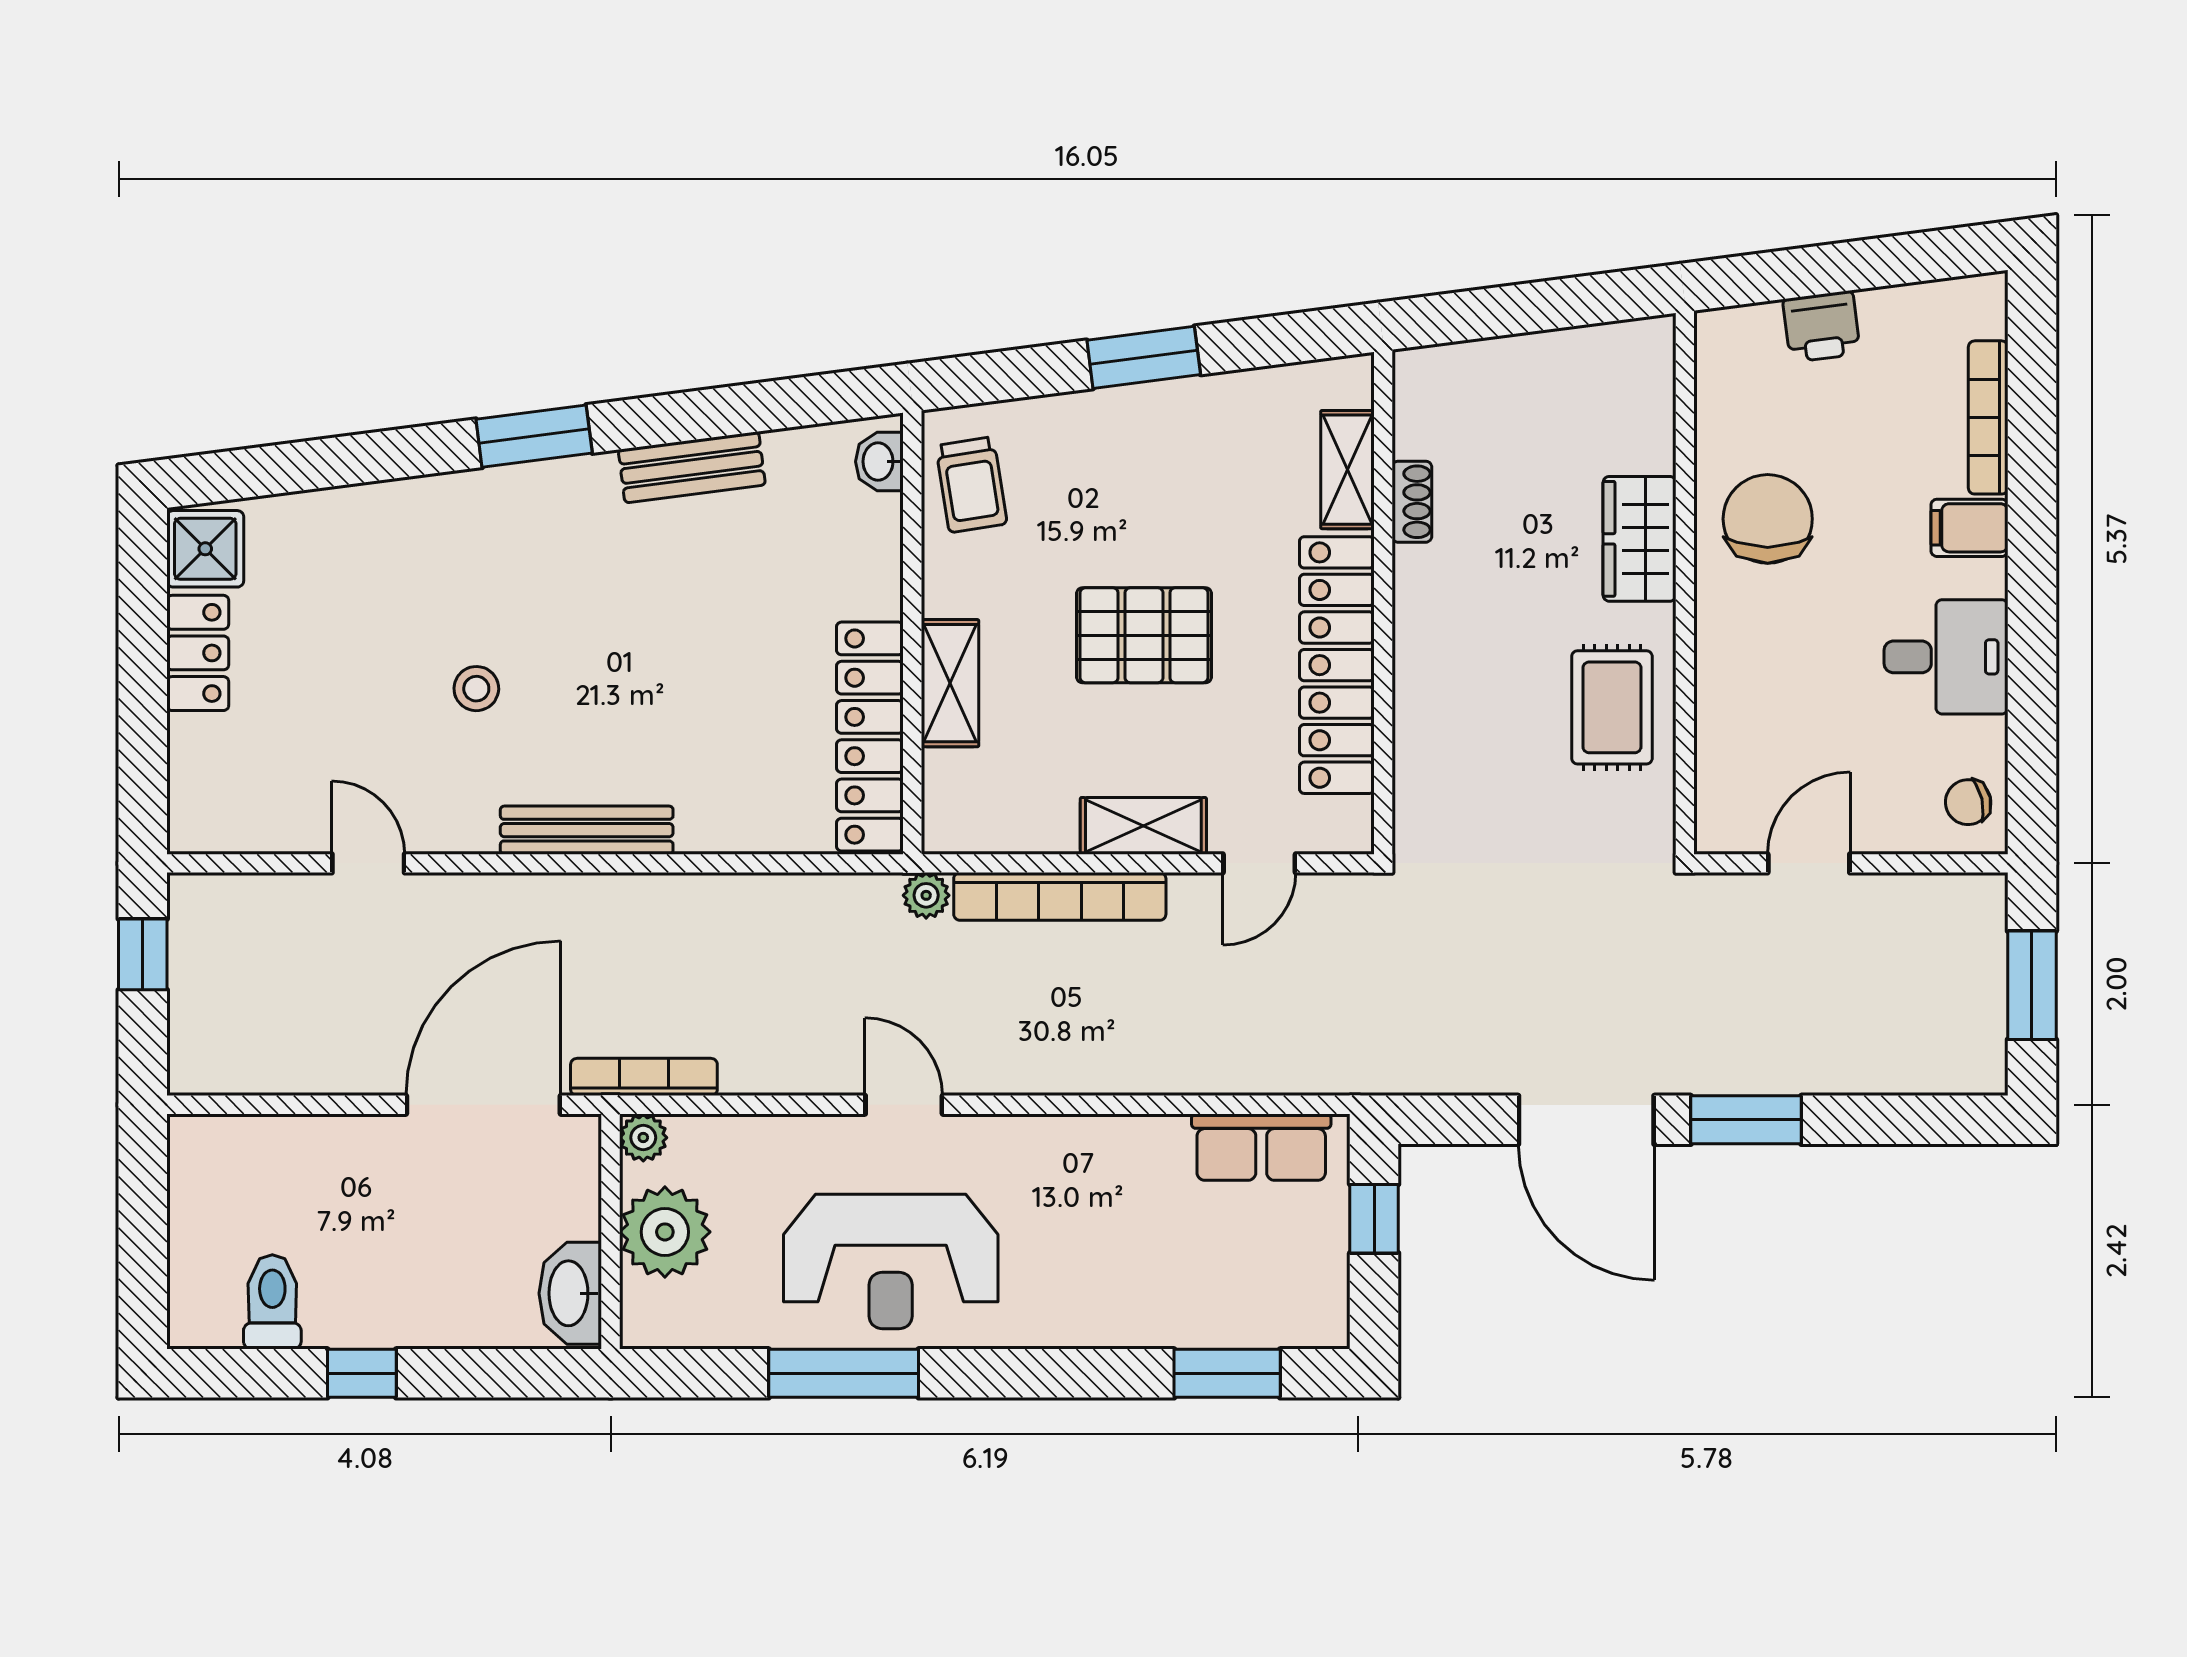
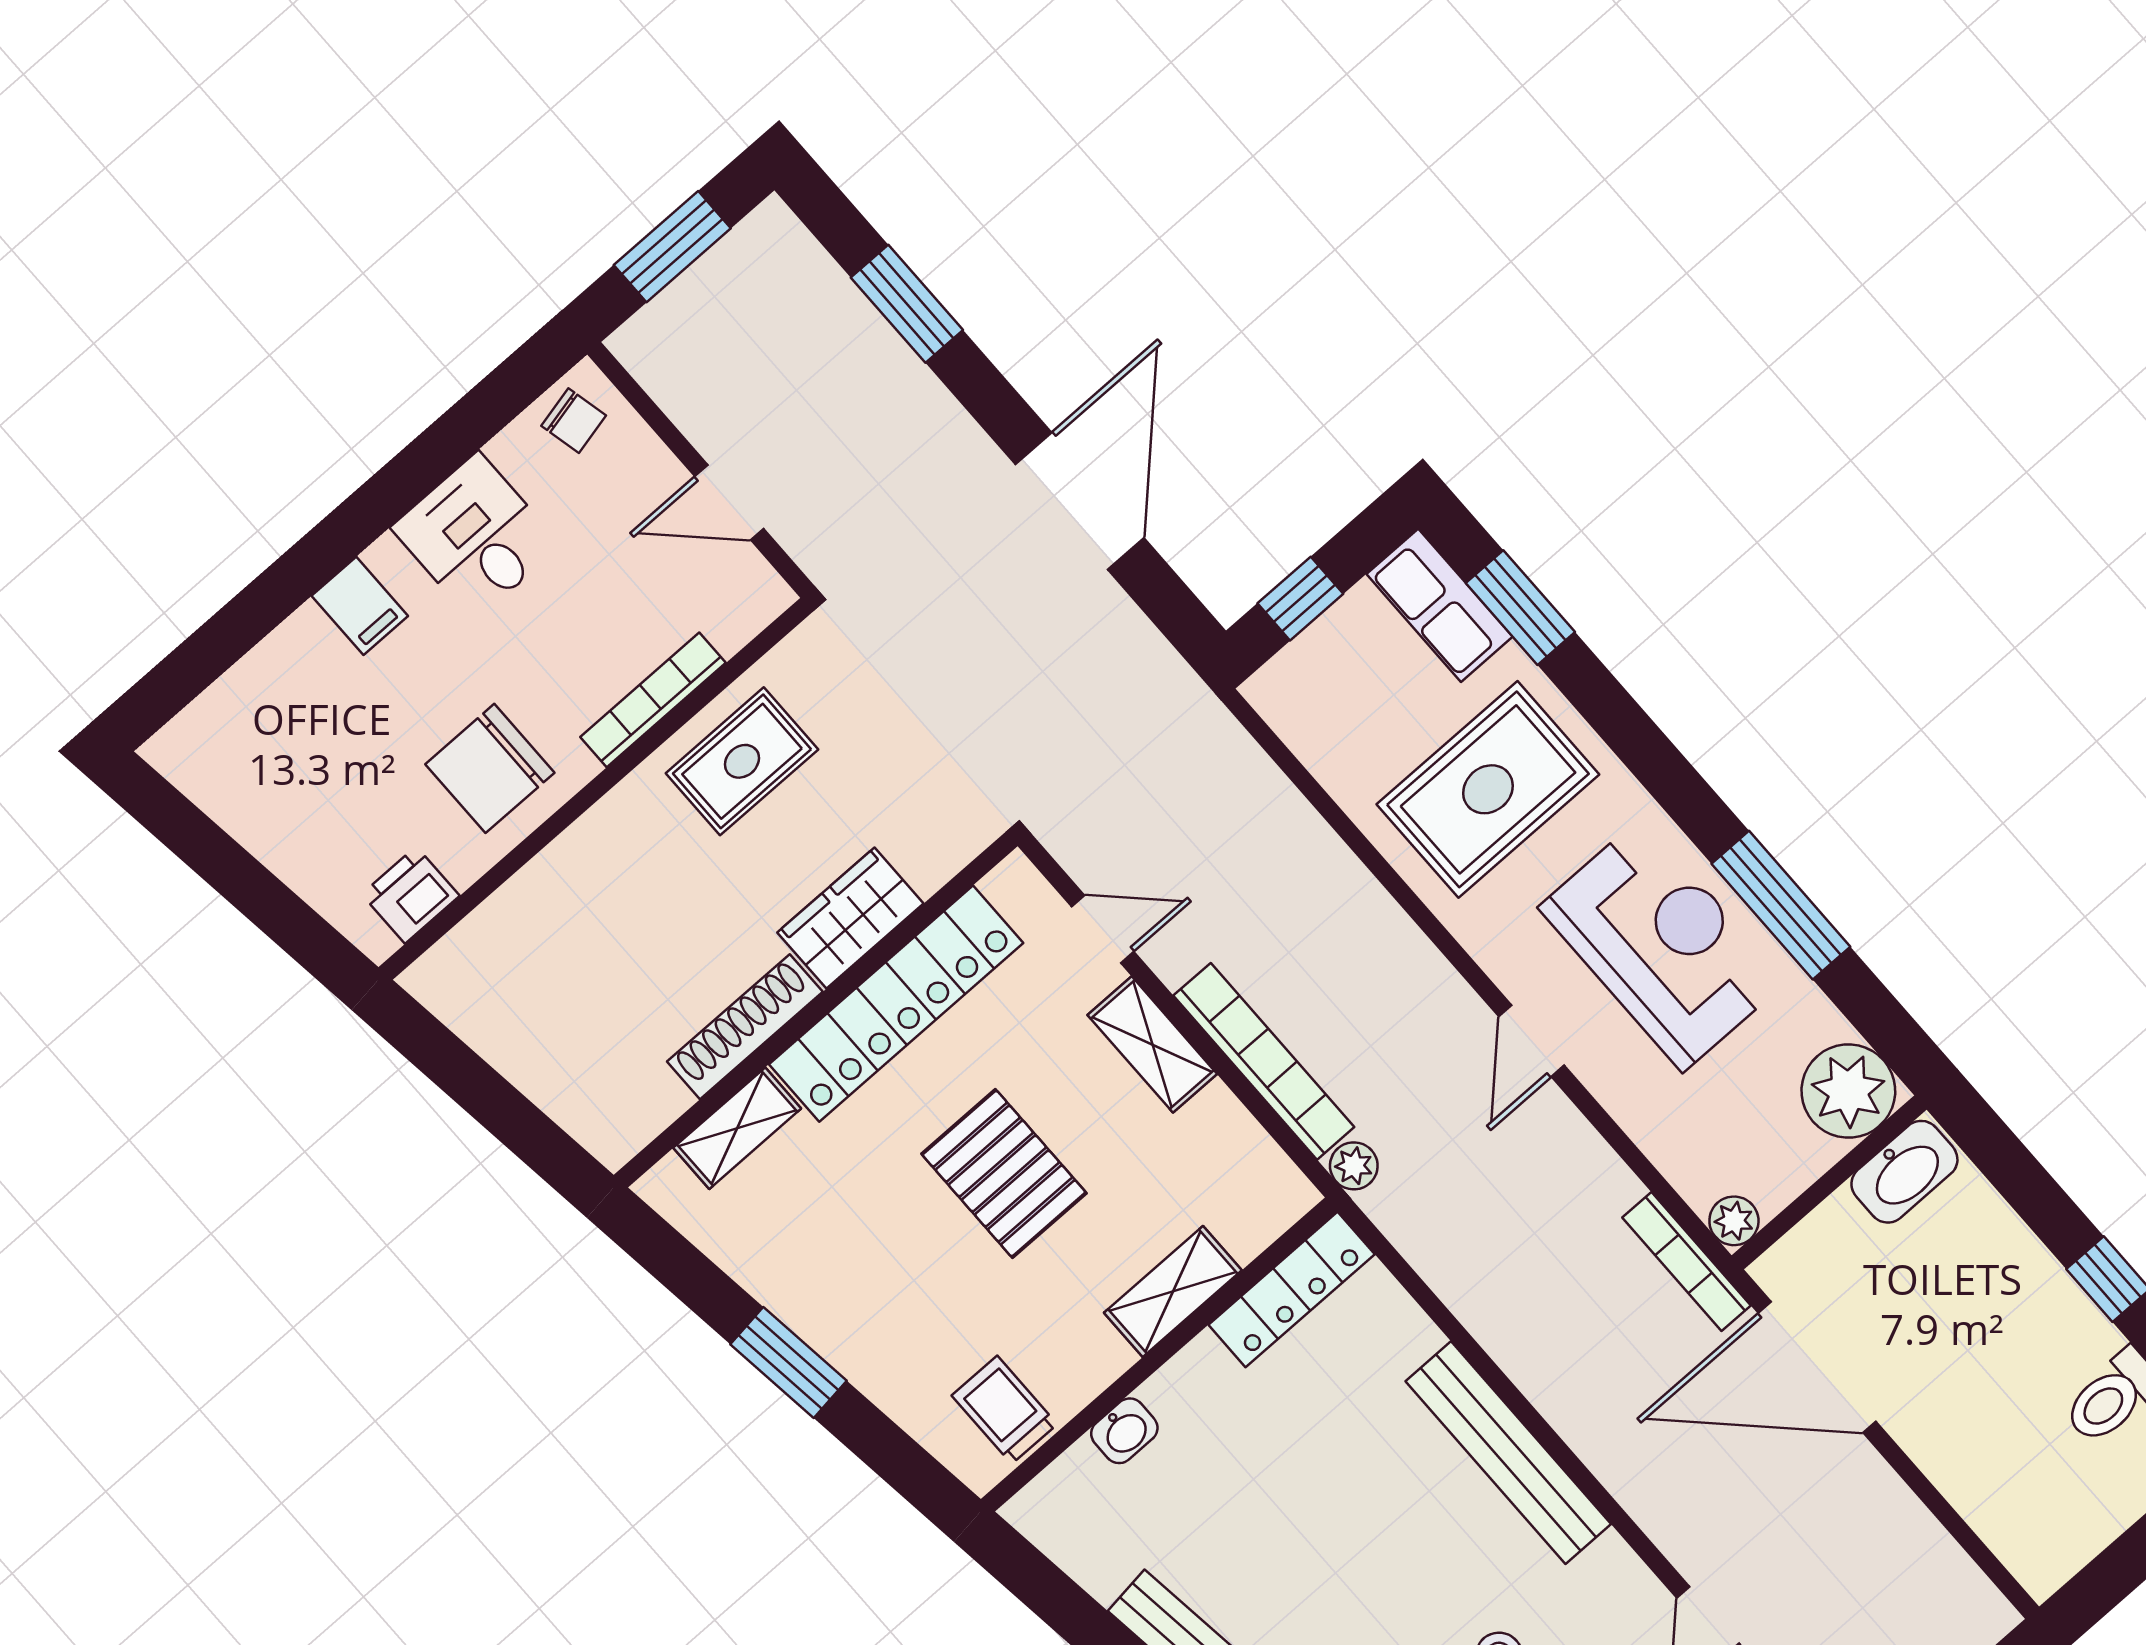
printer: (1822, 327) -> (411, 895), moved, turned -83
bookcase: (1988, 417) -> (653, 700), moved, turned 180
washbasin: (879, 462) -> (1124, 1431), moved
trolley: (971, 485) -> (1004, 1410), turned -81
shoe rack: (1412, 502) -> (745, 1027), width x1.94, depth x1.24
wardrobe: (1640, 539) -> (850, 918), moved, turned 180
locker: (870, 737) -> (1292, 1289), width x0.71, depth x0.83
bench: (587, 830) -> (1508, 1453), width x1.37, depth x1.21
window: (1746, 1120) -> (907, 304), moved
row of seats: (1261, 1147) -> (1440, 605), moved, turned 180
plant: (665, 1232) -> (1848, 1091), moved
rug: (1115, 1234) -> (1488, 789), added

